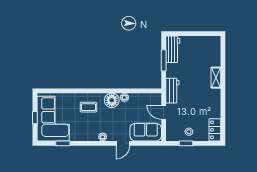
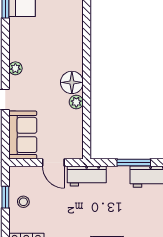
coffee table: (88, 107) -> (61, 46), removed
door: (164, 112) -> (53, 163), swing flipped

